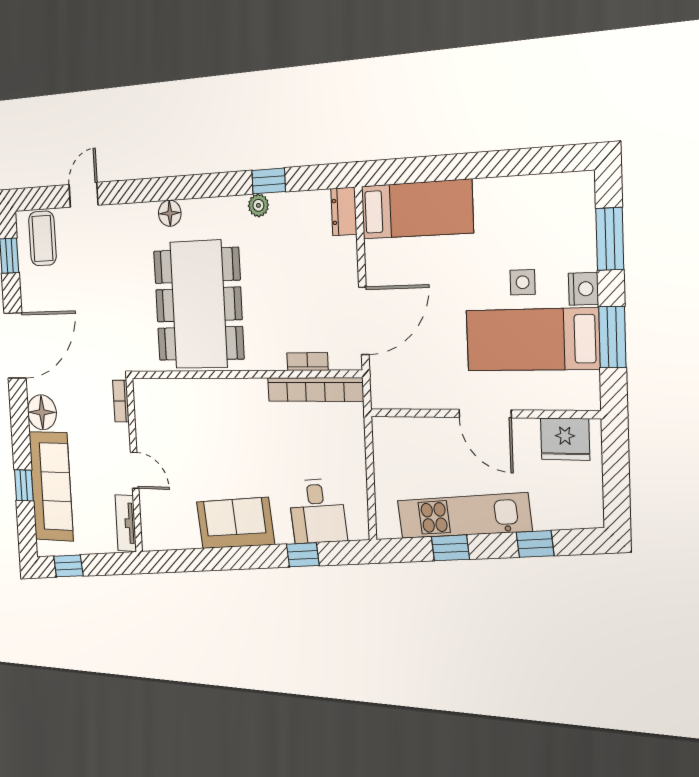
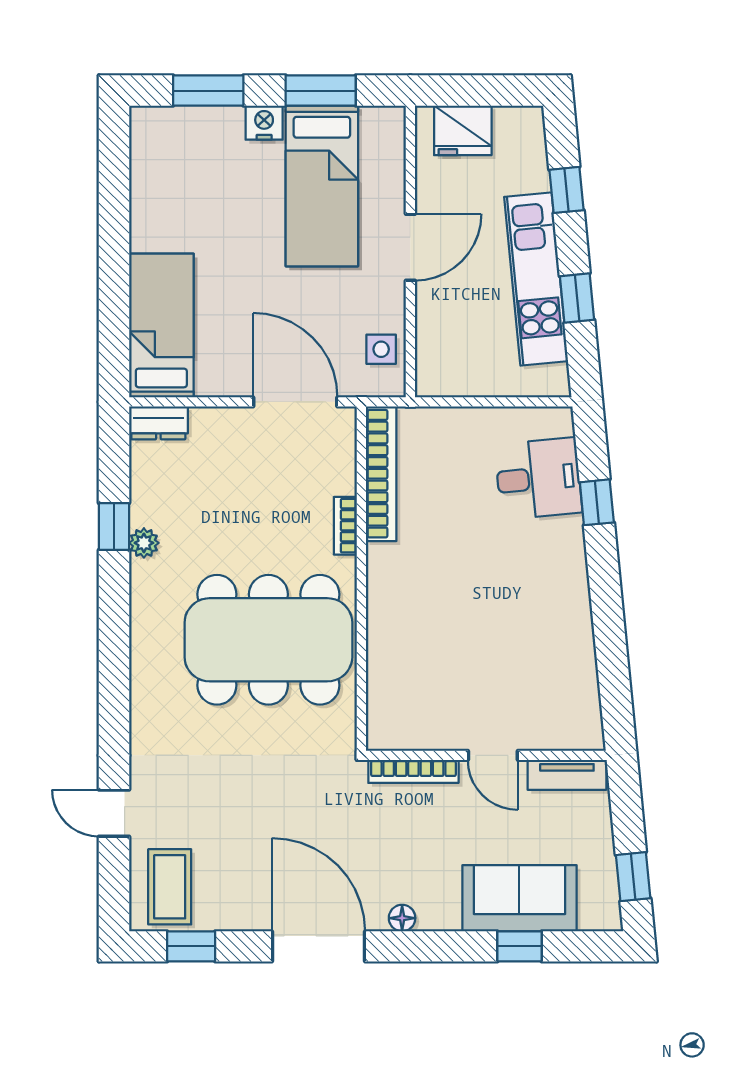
floor lamp: (170, 213) -> (146, 677), removed
coffee table: (42, 238) -> (170, 887), turned 90
side table: (523, 282) -> (381, 349), moved
bookcase: (307, 362) -> (345, 526), moved
bookcase: (121, 401) -> (413, 771), width x1.56
floor lamp: (42, 412) -> (402, 918), width x0.53, depth x0.53
fridge: (565, 439) -> (463, 130), moved, turned 90
door: (135, 470) -> (493, 755), swing flipped
sofa: (51, 486) -> (519, 898), width x0.73
sofa: (235, 523) -> (559, 601), removed

